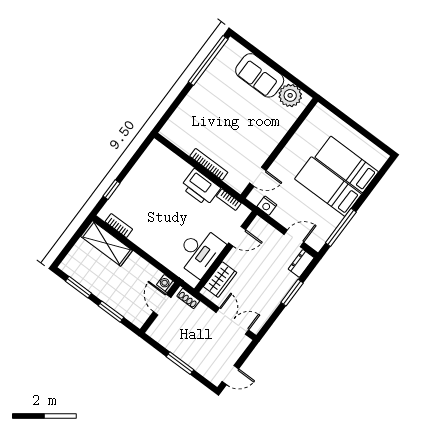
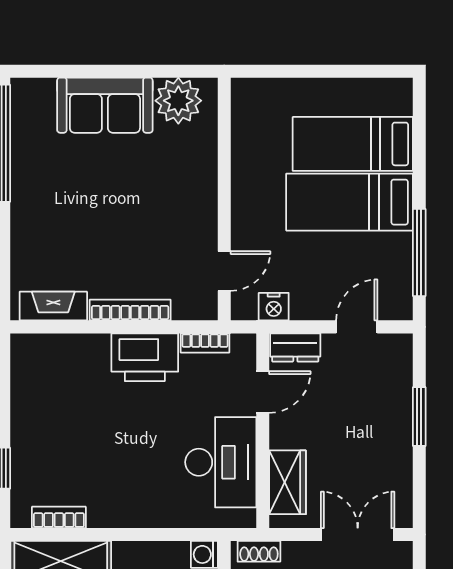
fireplace: (179, 140) -> (53, 306), added
dresser: (301, 263) -> (295, 347), moved, turned -90

